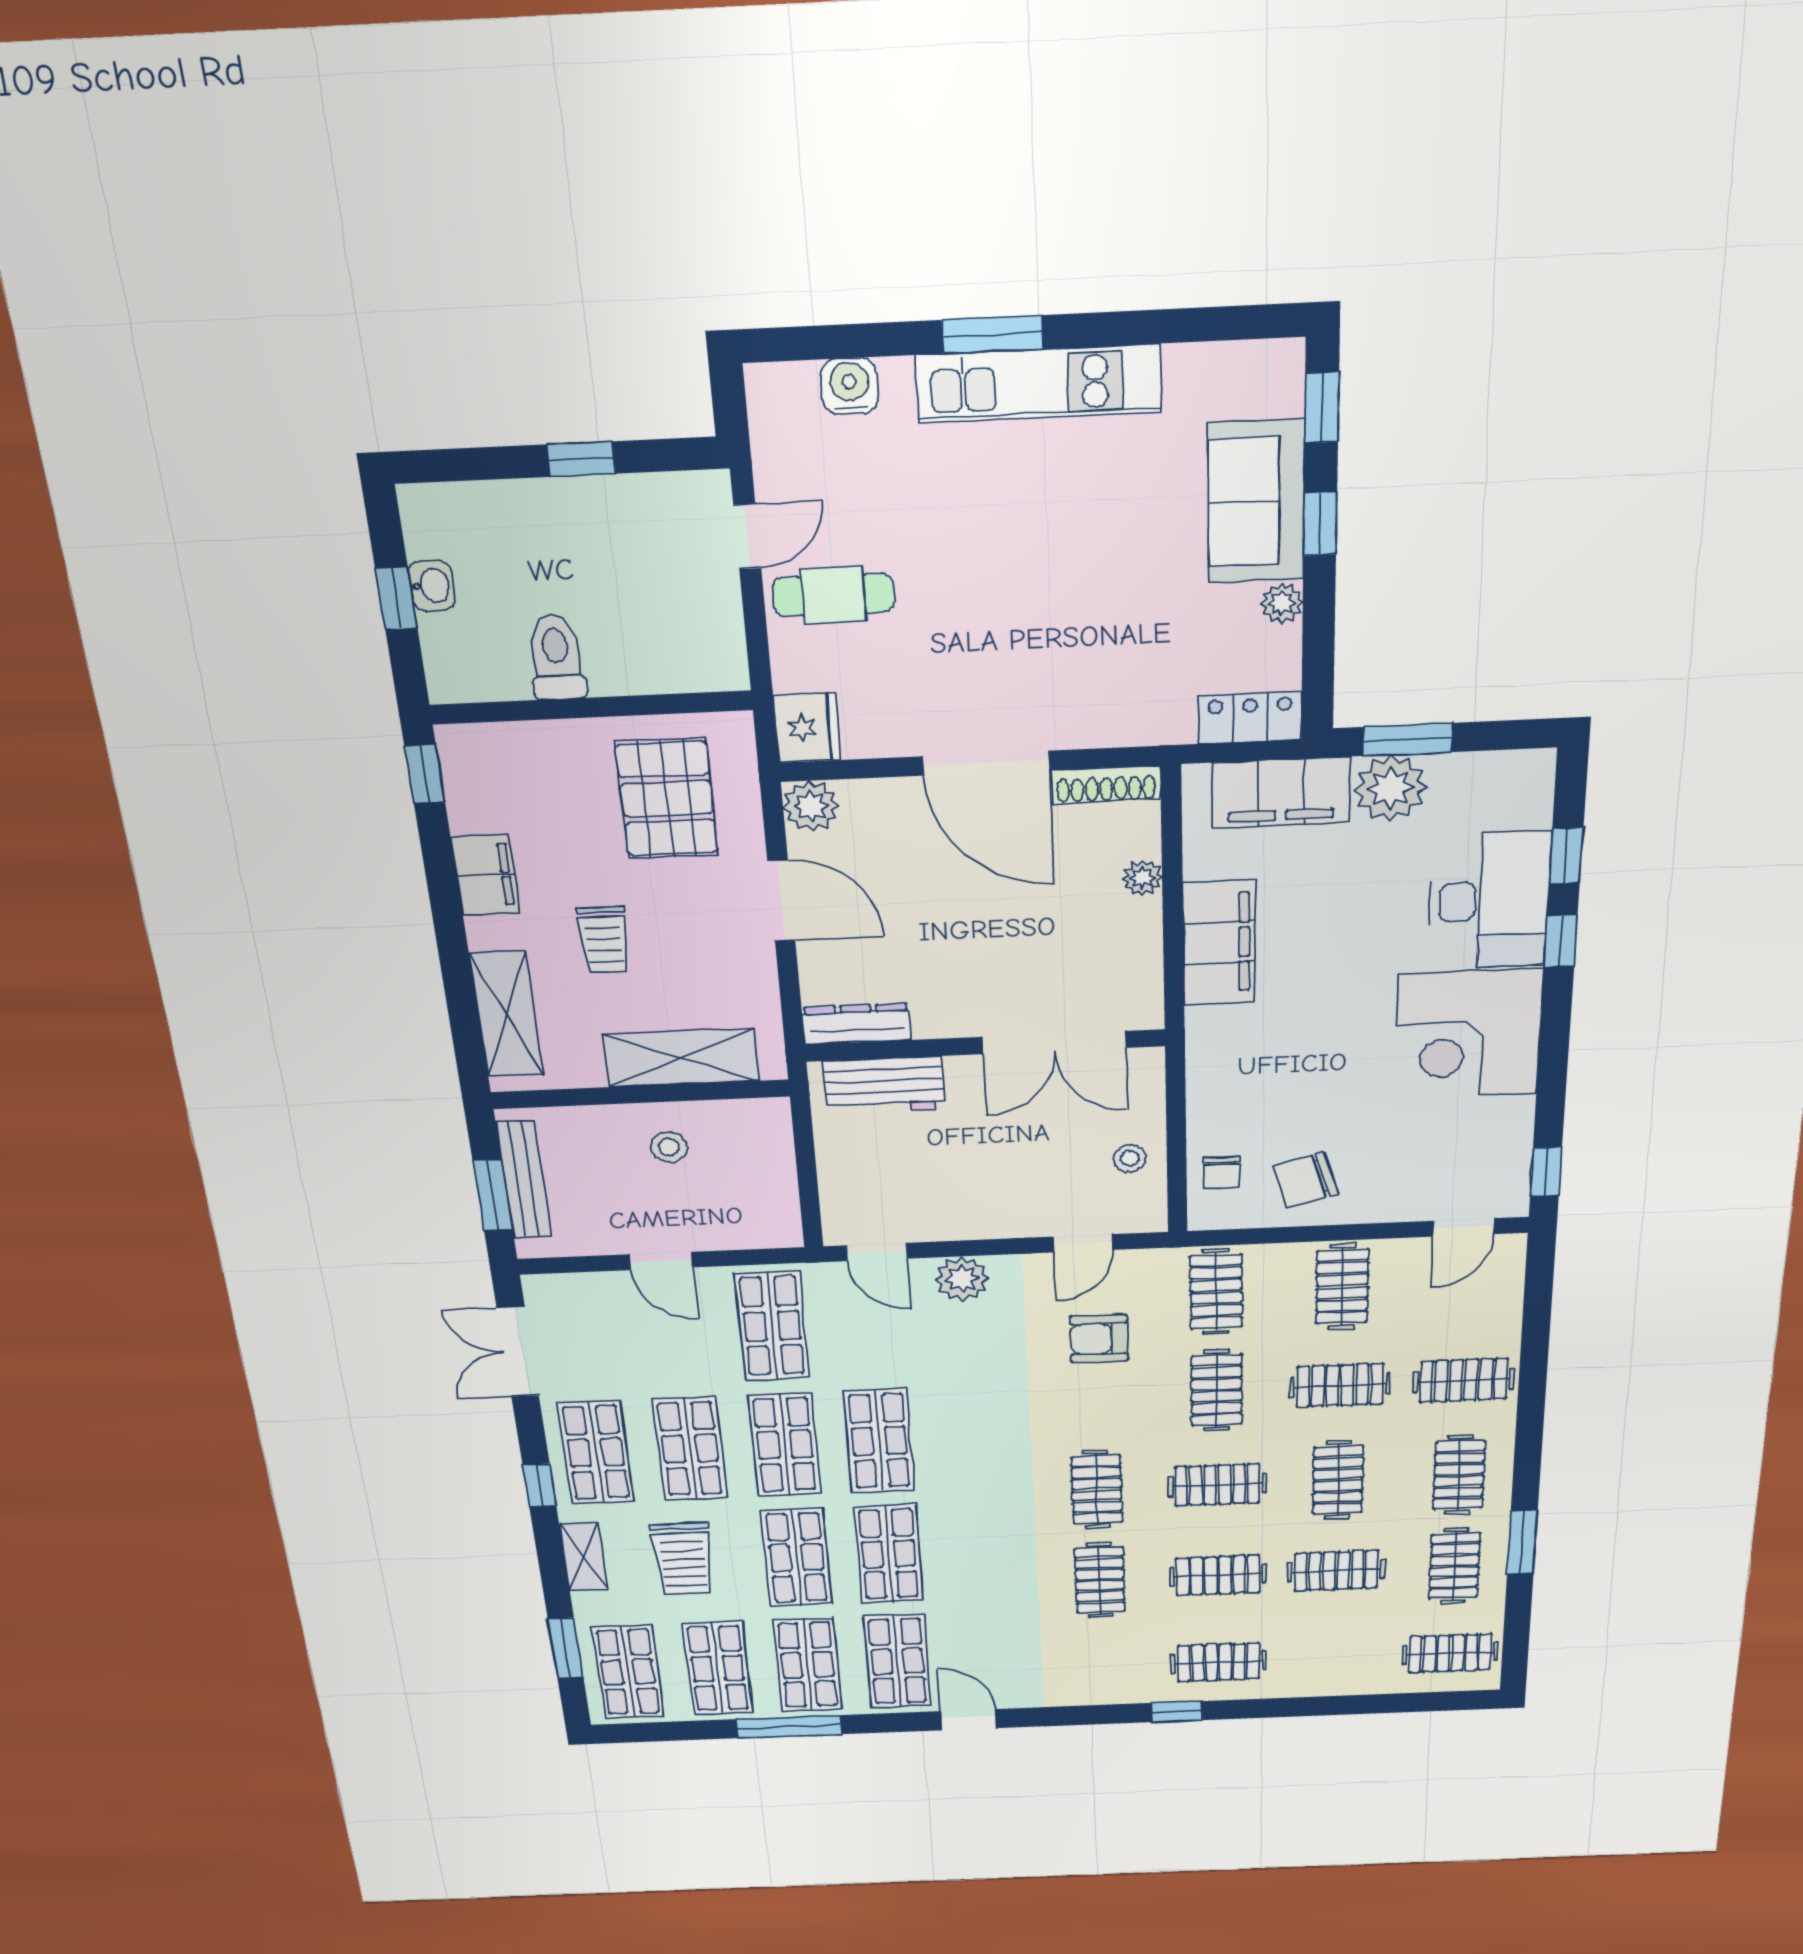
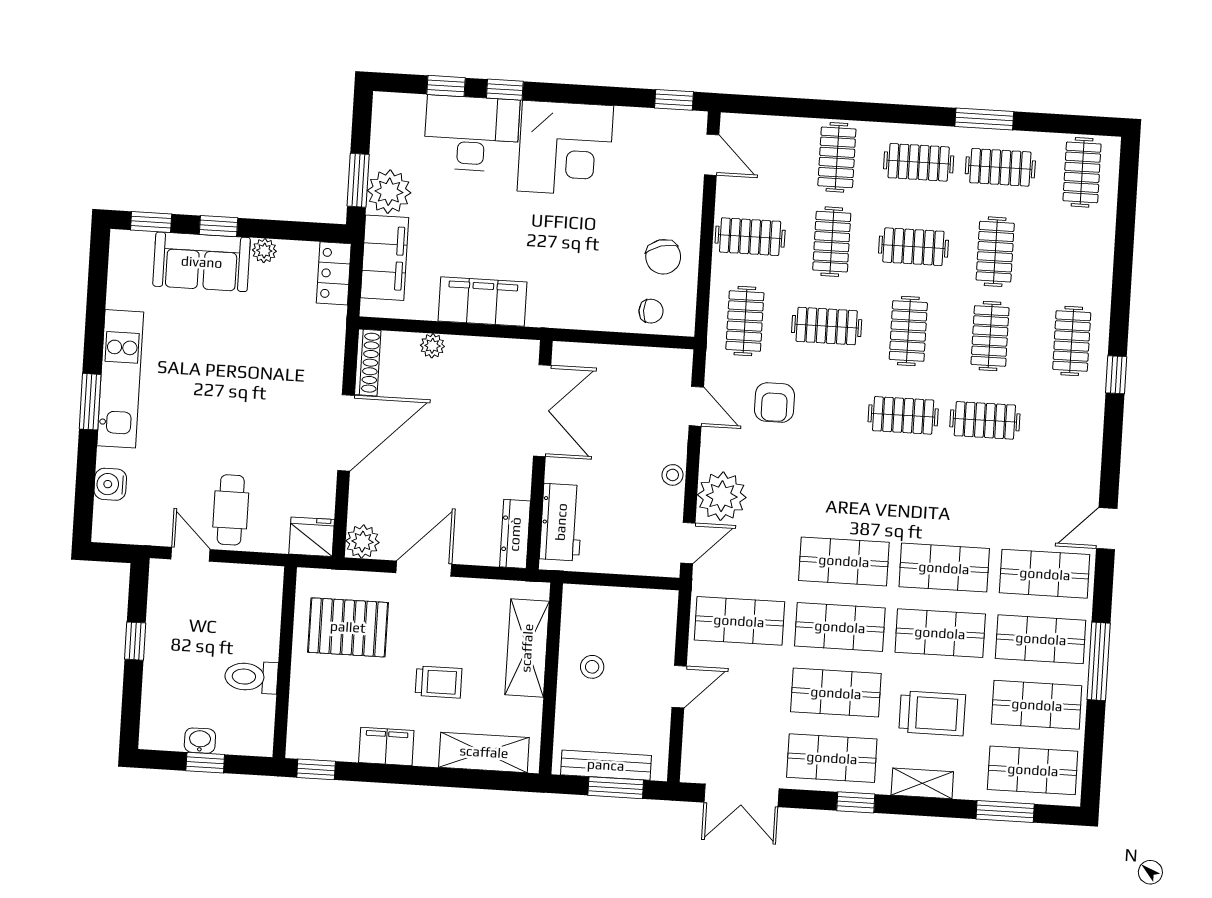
stool: (1130, 1158) -> (672, 475), moved
plant: (962, 1279) -> (722, 496), width x1.36, depth x1.36
clothes rail: (1216, 1292) -> (745, 321), turned 90

